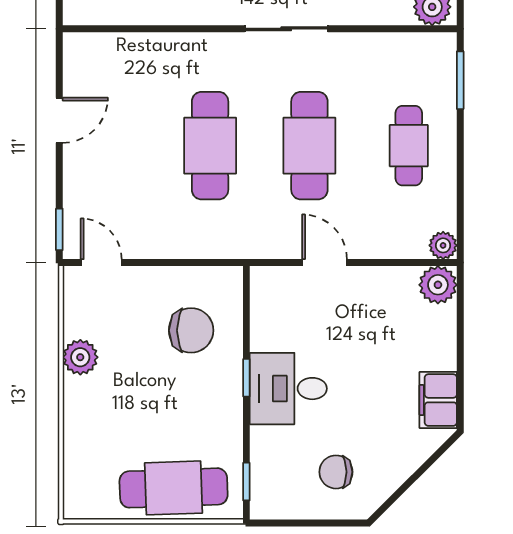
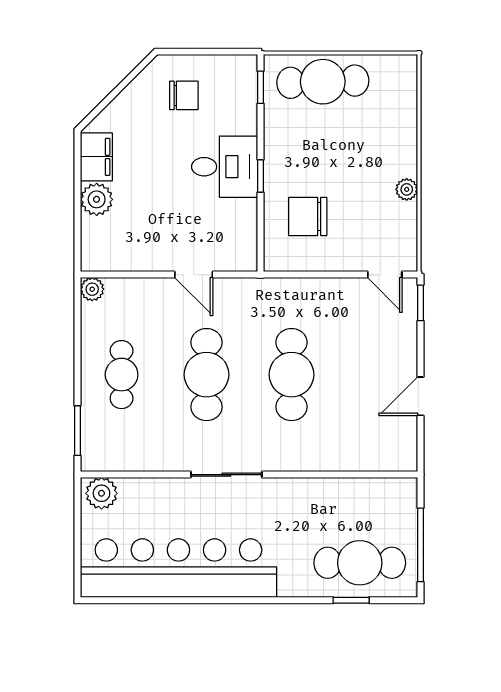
plant: (438, 285) -> (97, 199), moved
plant: (80, 357) -> (407, 189), width x0.73, depth x0.73

